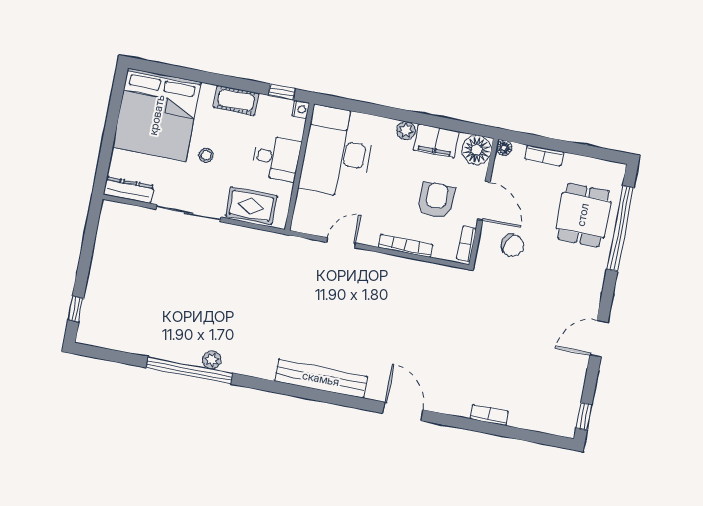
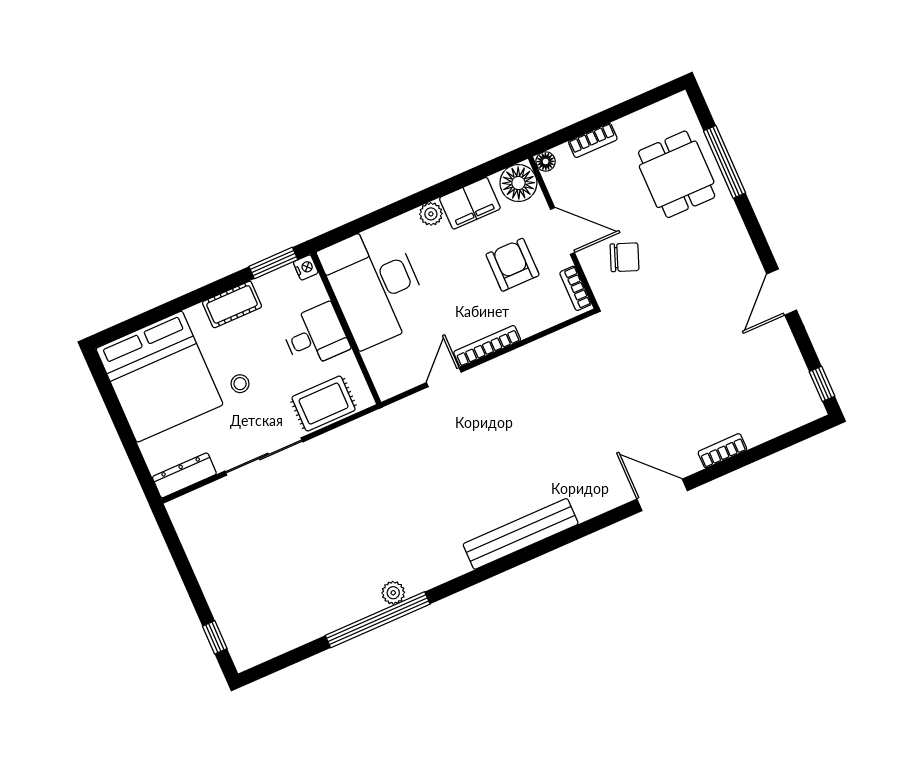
window: (282, 92) -> (273, 263), width x1.50
window: (620, 228) -> (725, 162), width x0.68
bookcase: (406, 246) -> (487, 346), moved
door: (403, 411) -> (662, 495), moved

